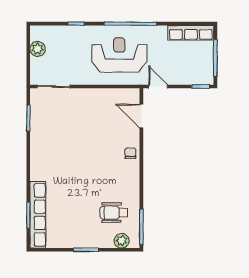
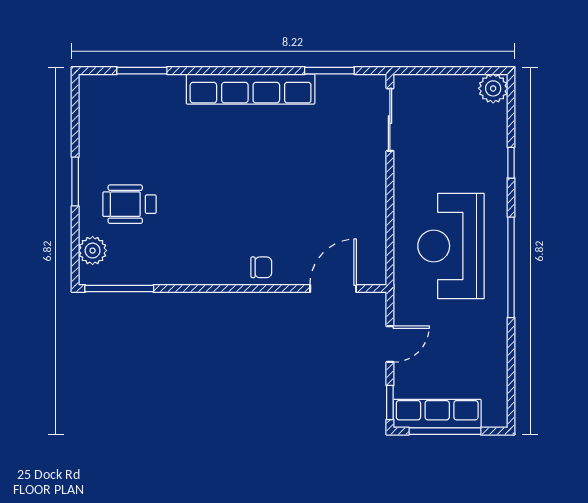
row of seats: (191, 33) -> (437, 414), moved, turned 90
plant: (38, 49) -> (493, 88), moved
reception desk: (119, 55) -> (451, 246), turned 180
door: (158, 86) -> (390, 344), moved
wheelchair: (114, 213) -> (129, 204), moved, turned -90
row of seats: (38, 215) -> (251, 89), moved

